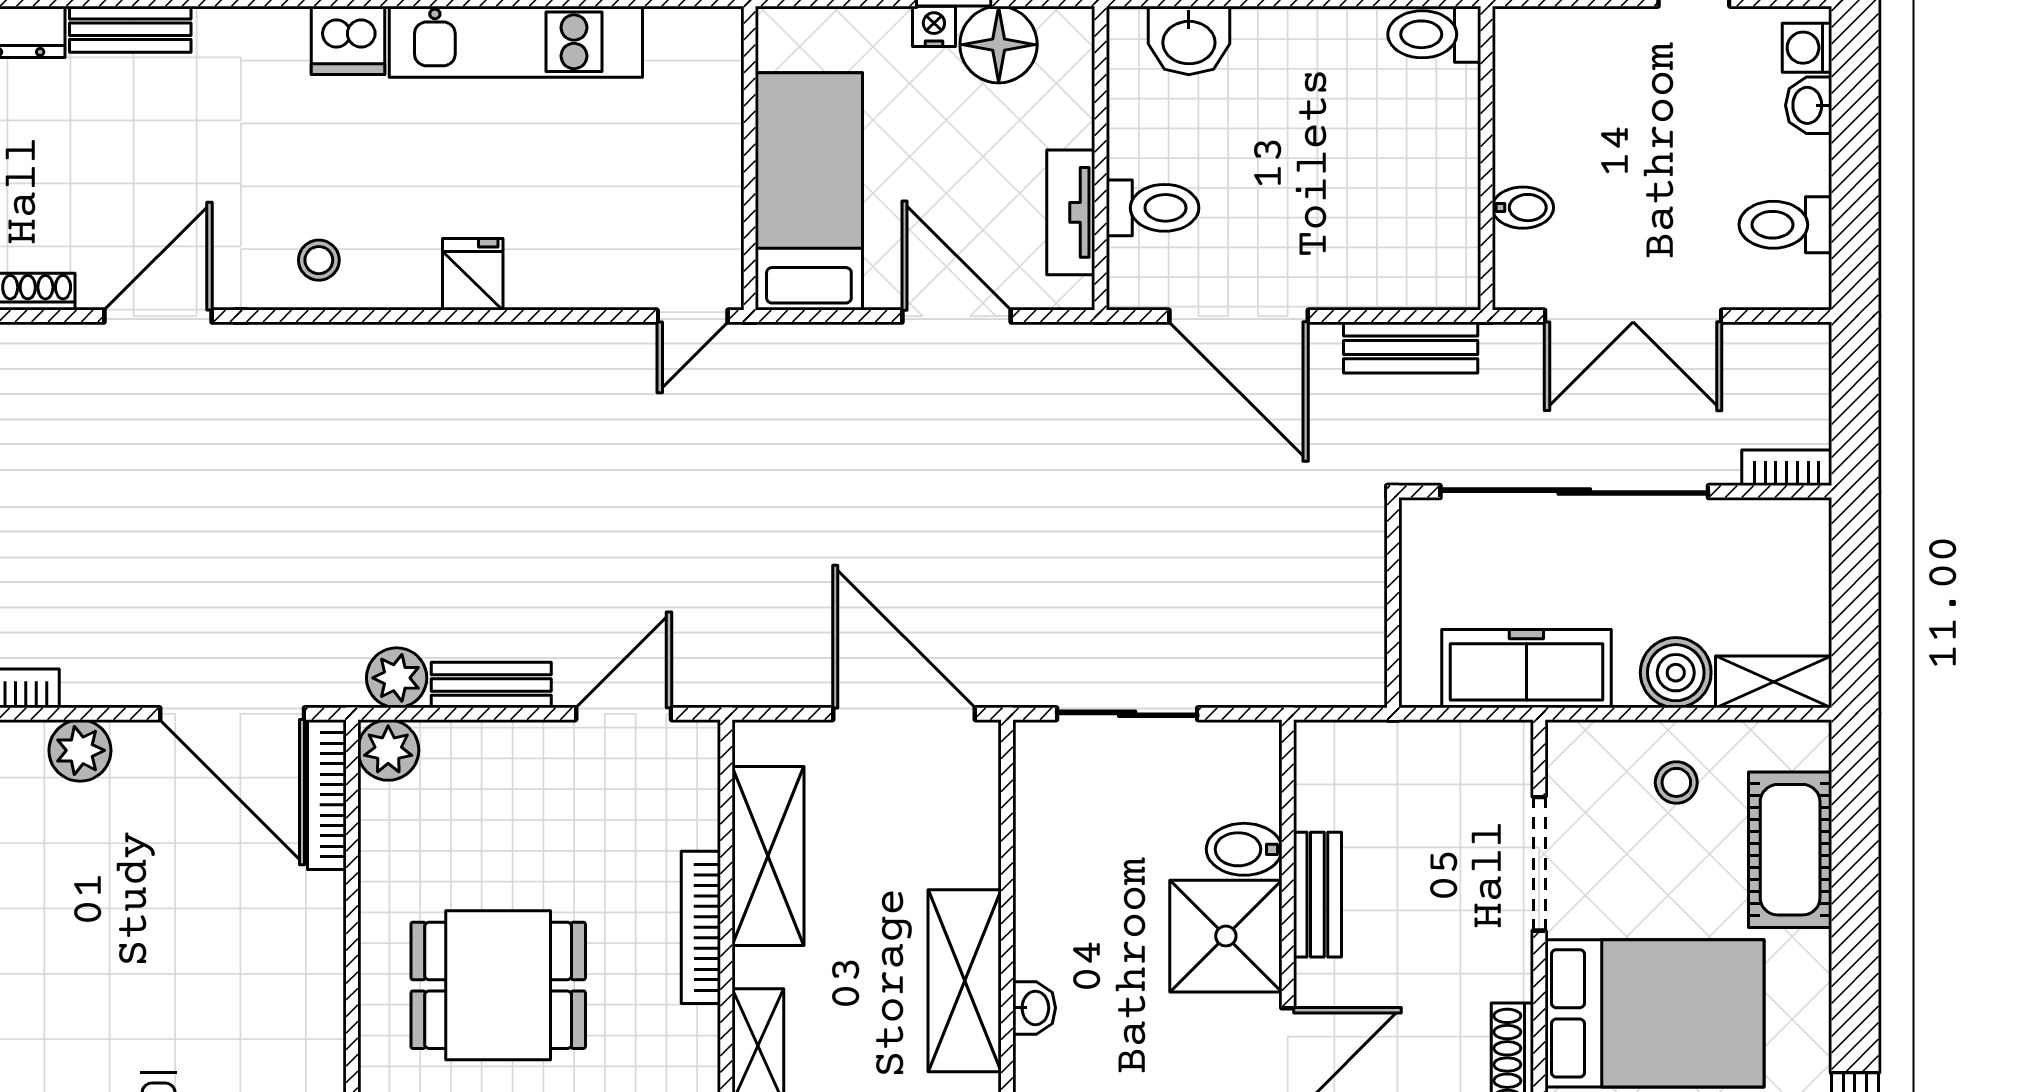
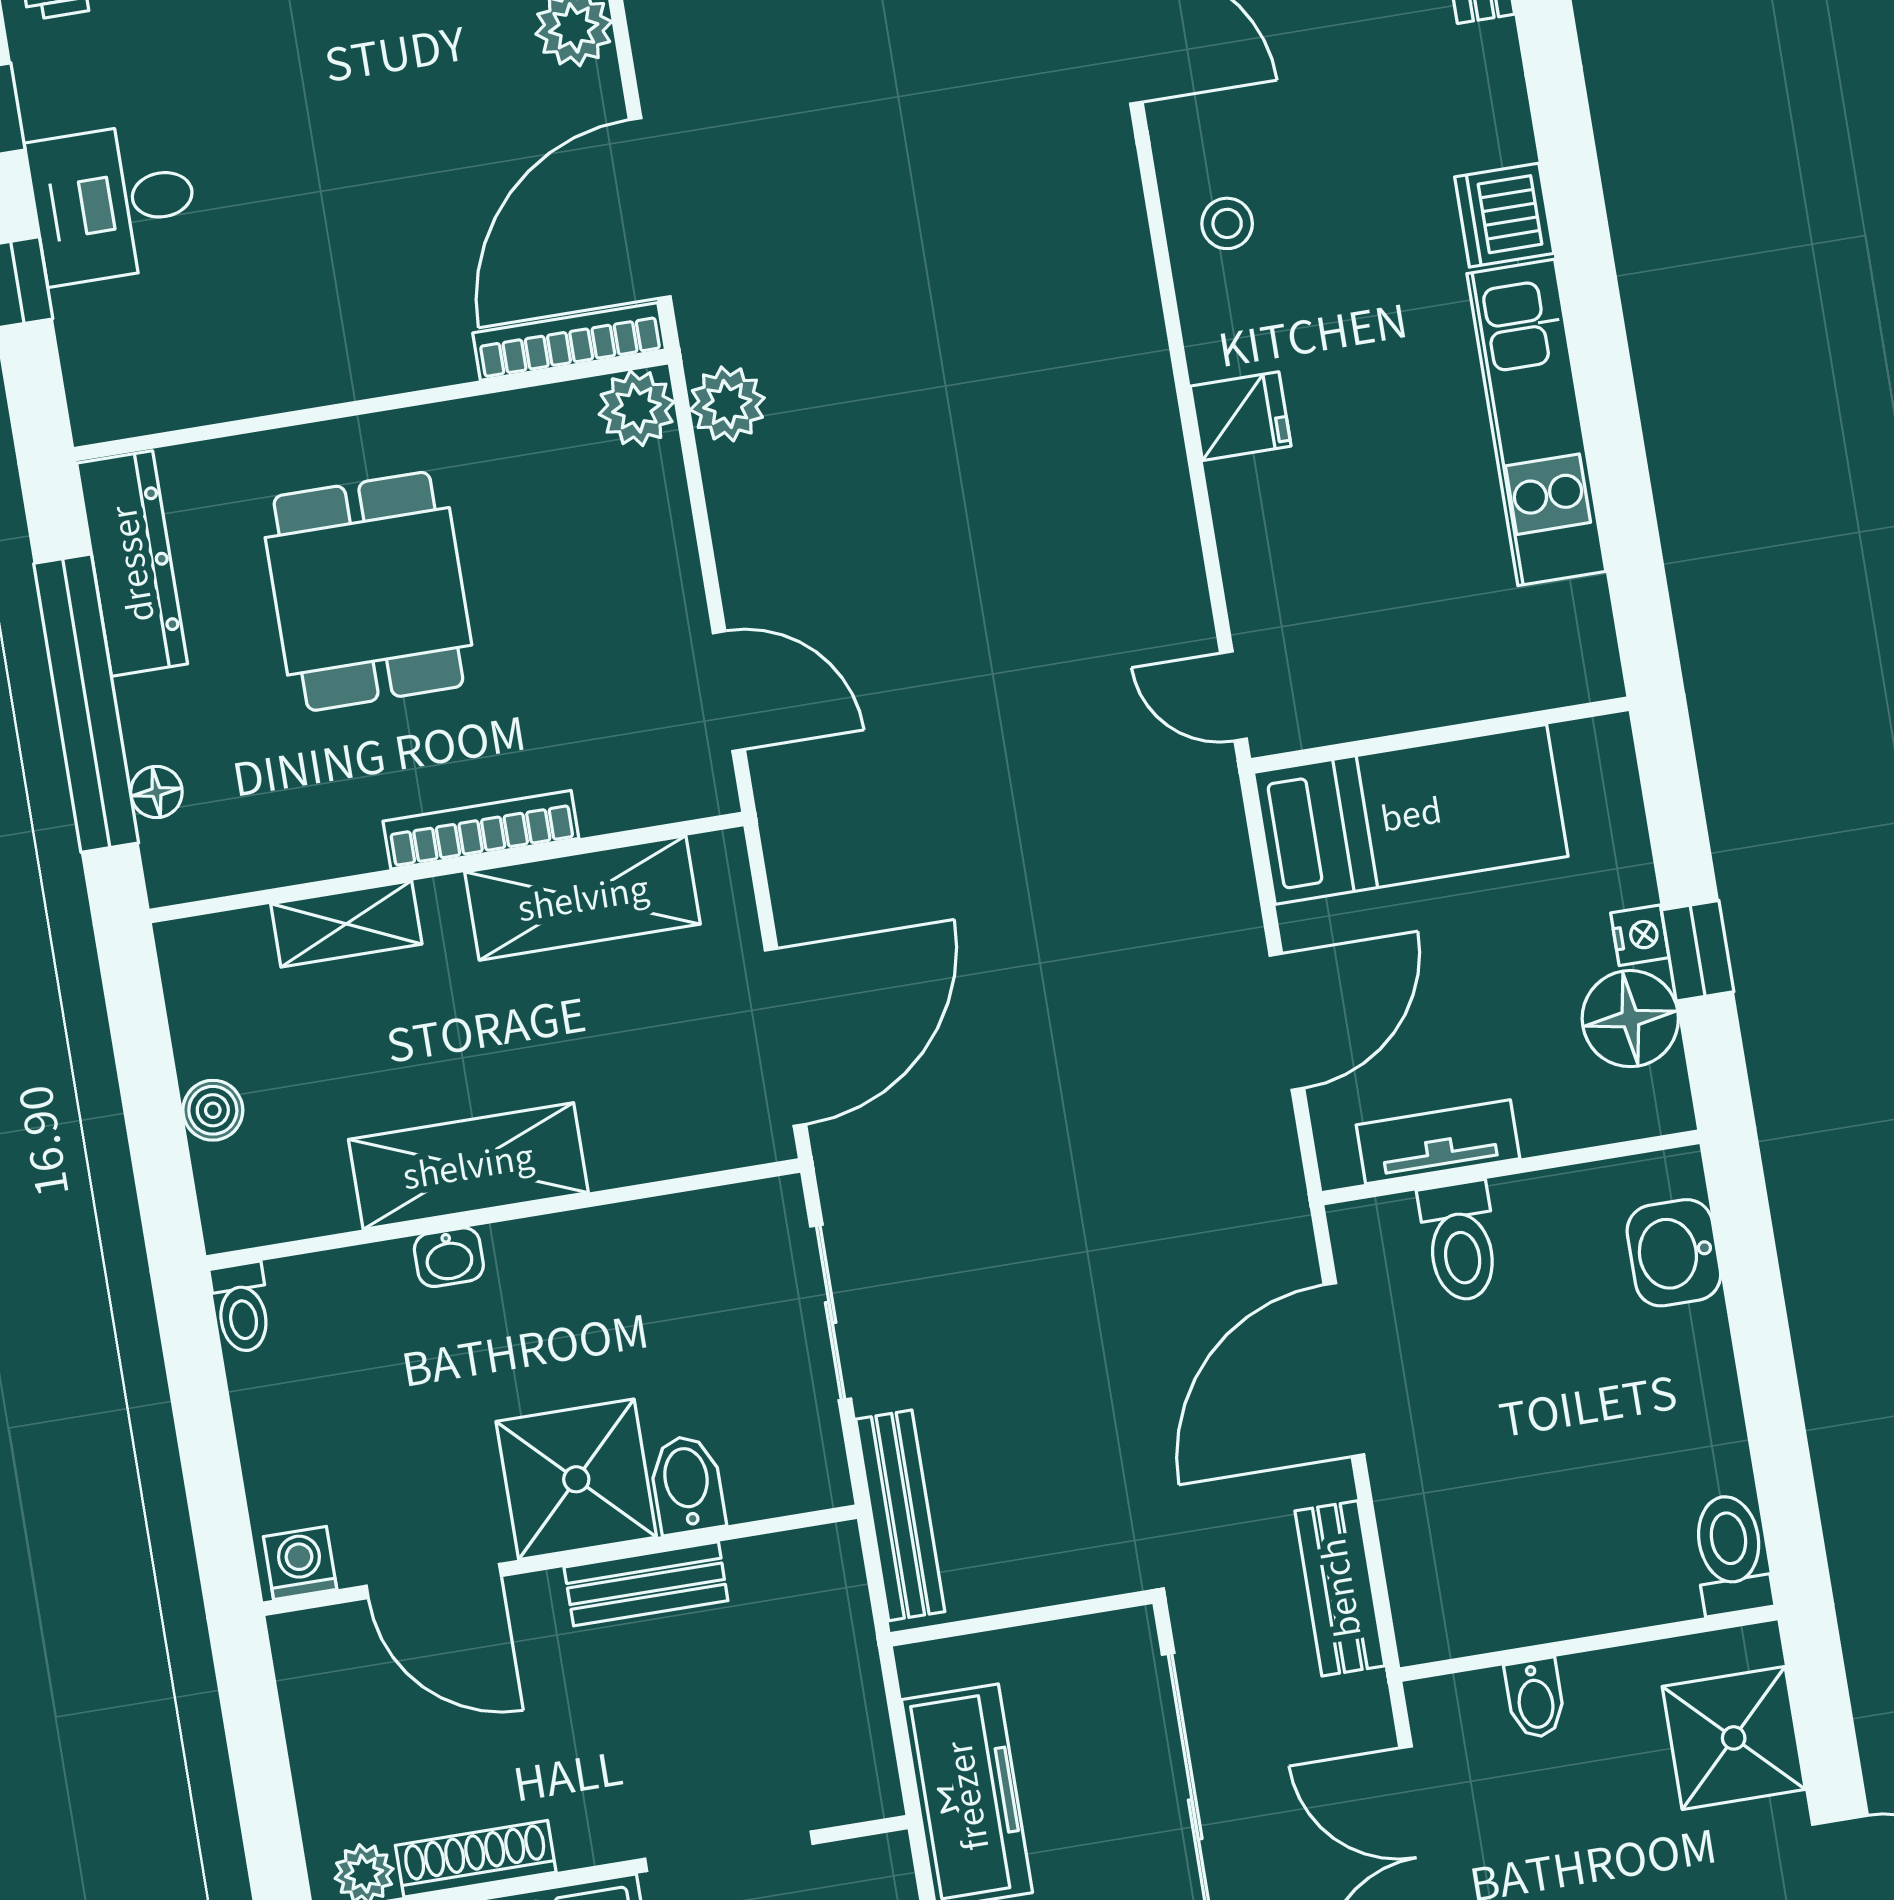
shower: (1580, 56) -> (1734, 1738), added
bench: (491, 685) -> (900, 1515), moved, width x1.36

